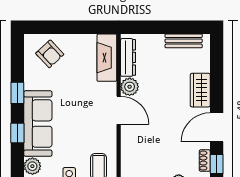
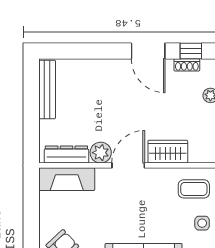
bench: (184, 41) -> (47, 89), width x1.36
wardrobe: (200, 90) -> (168, 152), moved, turned 180

